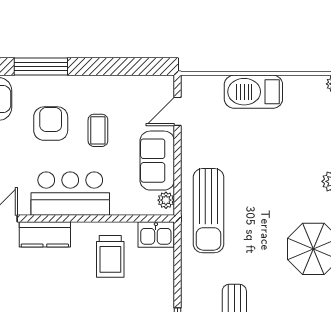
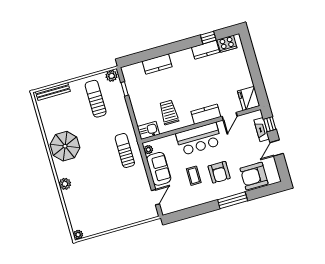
barbecue: (253, 92) -> (119, 219), removed
sun lounger: (208, 211) -> (125, 150), width x0.73, depth x0.75

